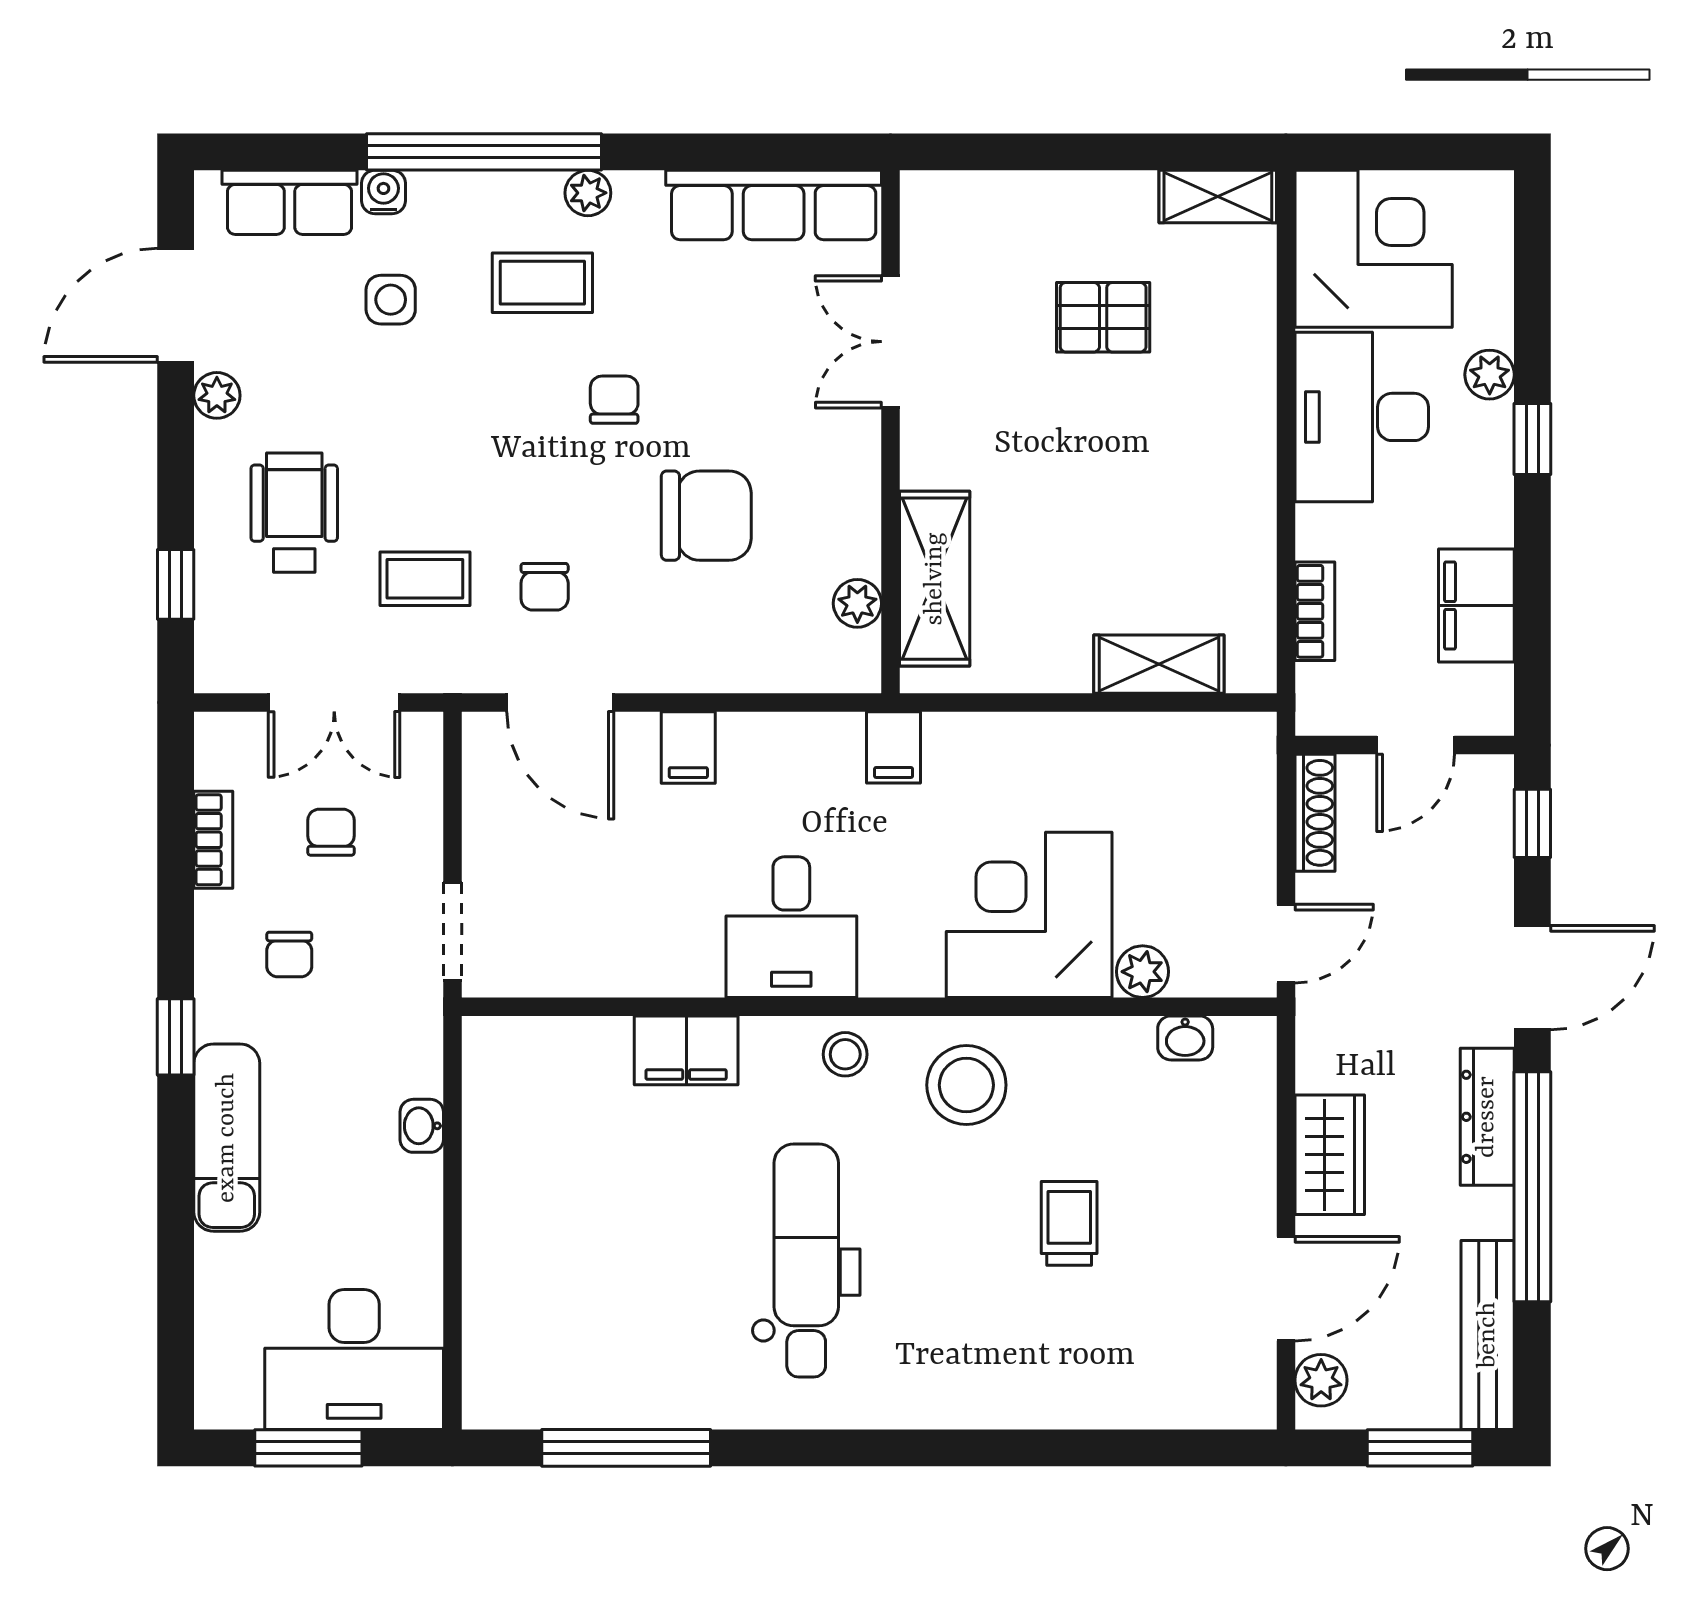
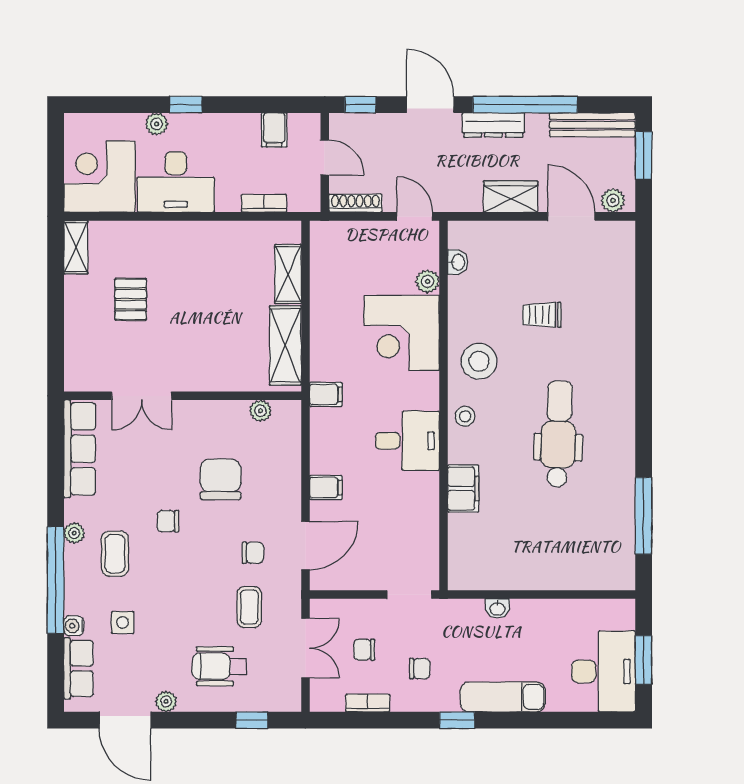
shelving: (935, 579) -> (285, 345), moved, turned 90
filing cabinet: (1476, 606) -> (274, 130), width x0.50
dental chair: (806, 1261) -> (559, 434), turned 92
desk: (354, 1359) -> (603, 671), moved

